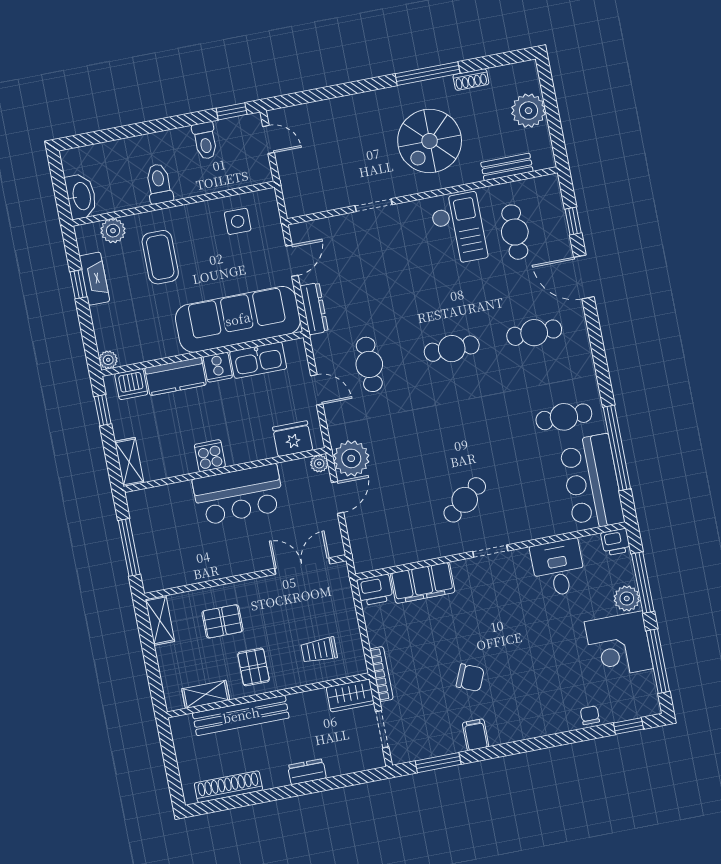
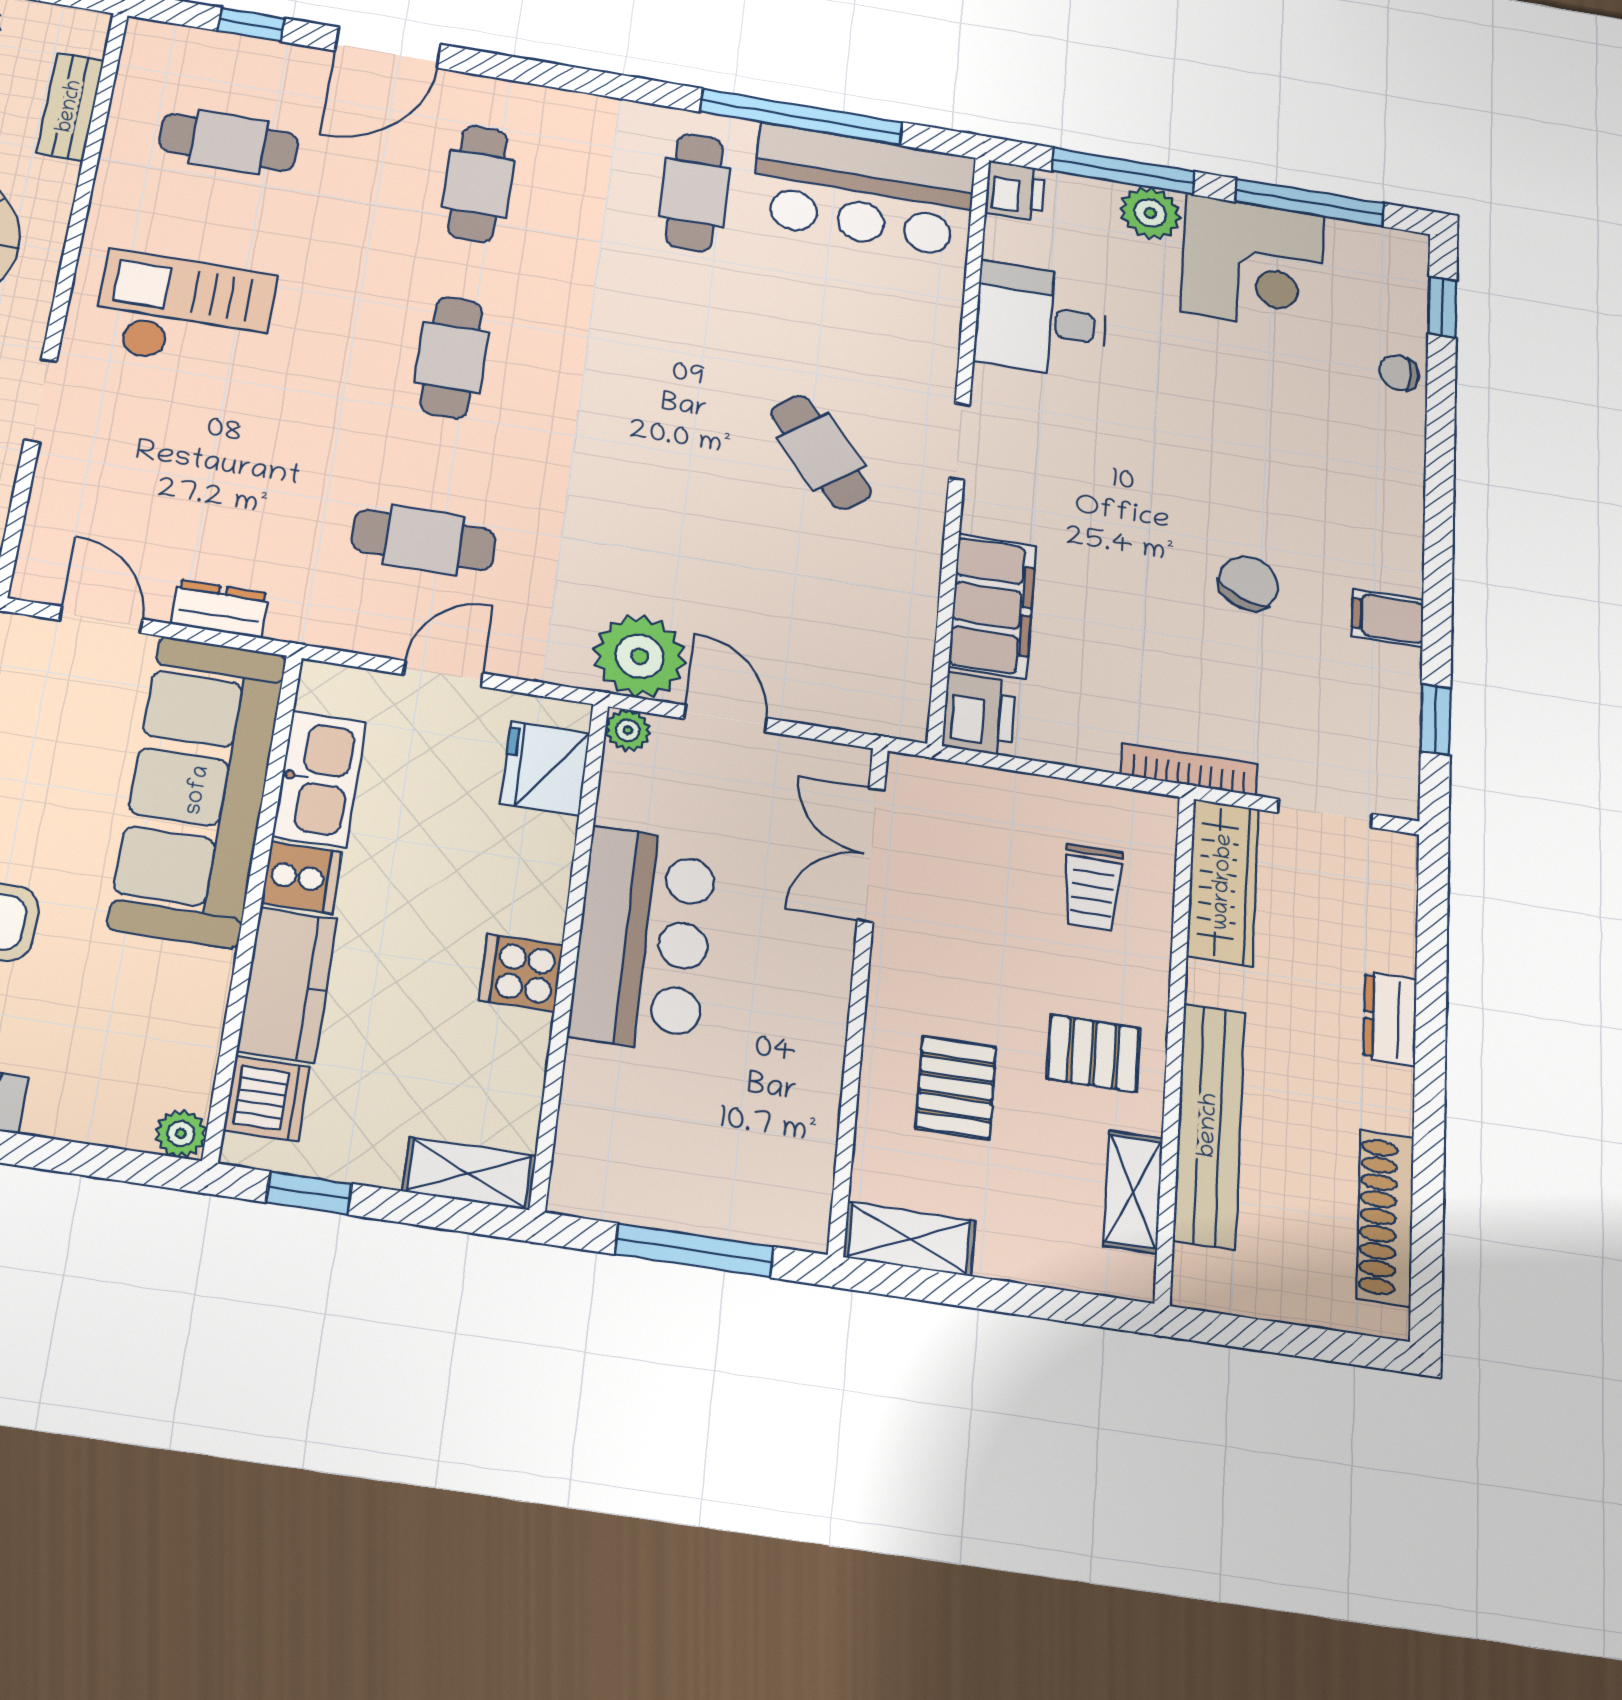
checkout: (459, 229) -> (184, 312), moved
dresser: (314, 309) -> (220, 609), width x0.70
wardrobe: (350, 696) -> (1223, 882), width x1.50
window: (438, 763) -> (1436, 719), width x0.67

